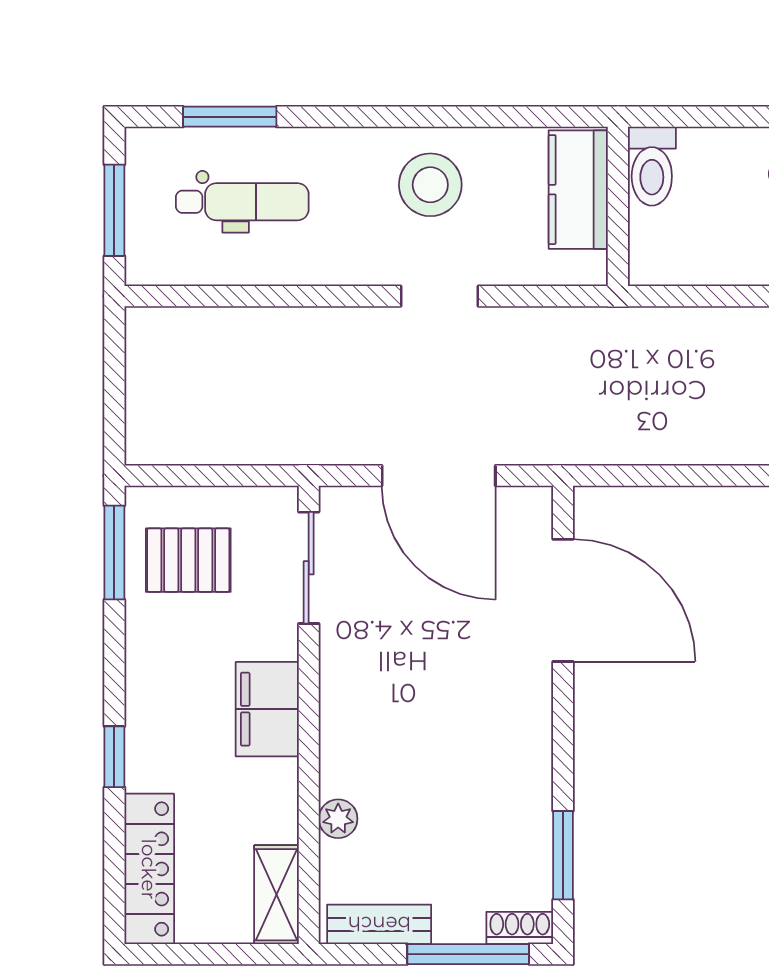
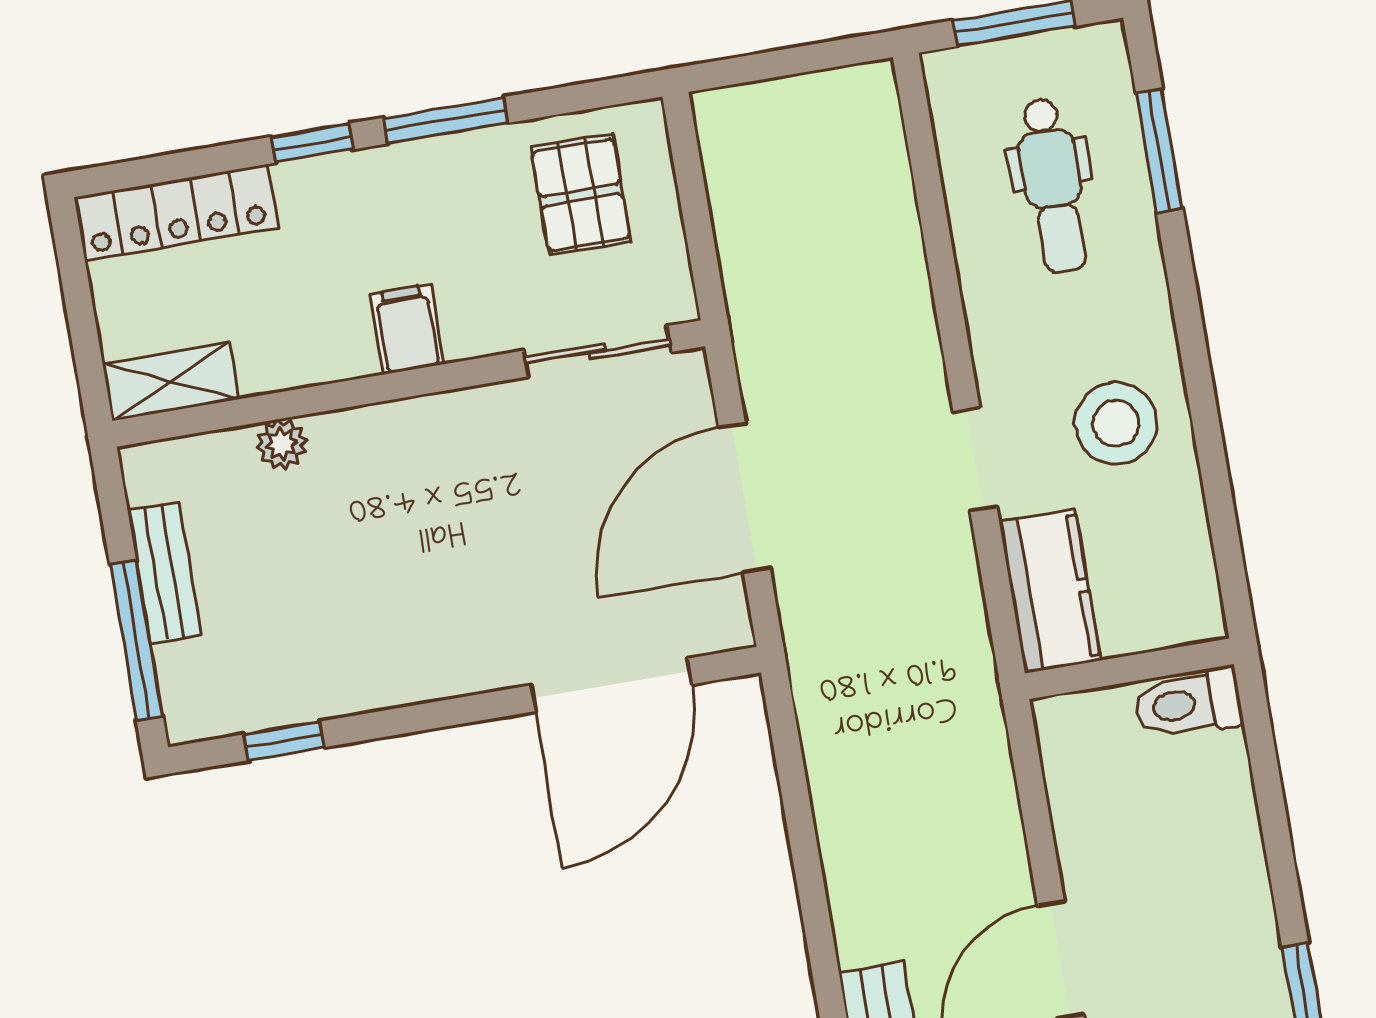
kitchen counter: (578, 190) -> (1050, 591), moved, turned 90
window: (114, 552) -> (446, 120), moved
filing cabinet: (267, 709) -> (407, 329), width x0.50
window: (563, 855) -> (284, 741), width x0.67
bench: (379, 924) -> (164, 572), moved
shoe rack: (520, 928) -> (181, 701), removed

